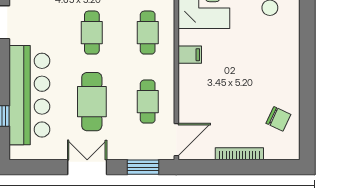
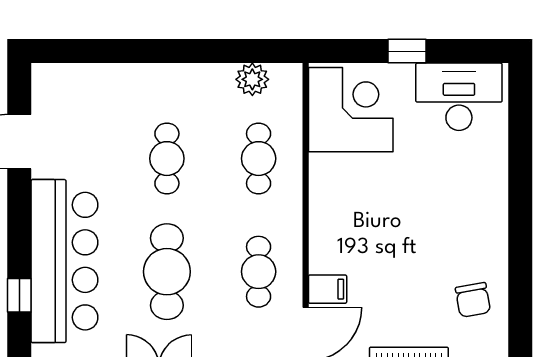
filing cabinet: (190, 55) -> (328, 289), moved
chair: (278, 119) -> (473, 300), turned 55

